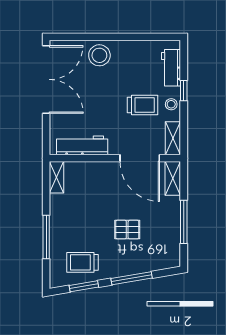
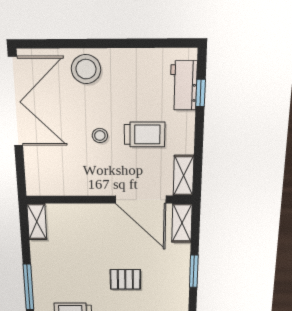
window: (184, 91) -> (201, 93), moved
stool: (171, 104) -> (100, 136), moved
workbench: (82, 145) -> (67, 184), removed
window: (184, 222) -> (194, 271), width x0.69

